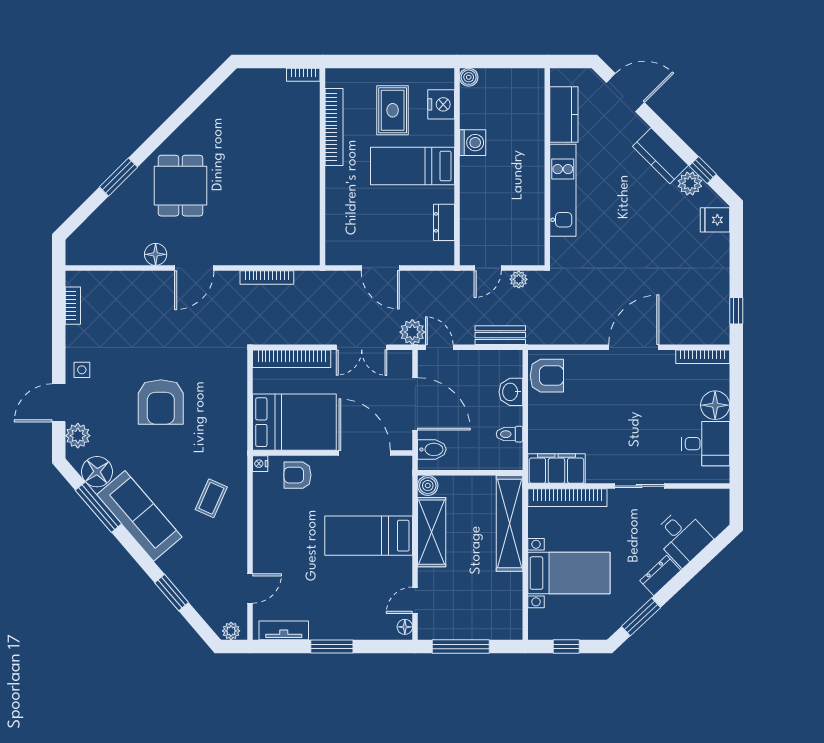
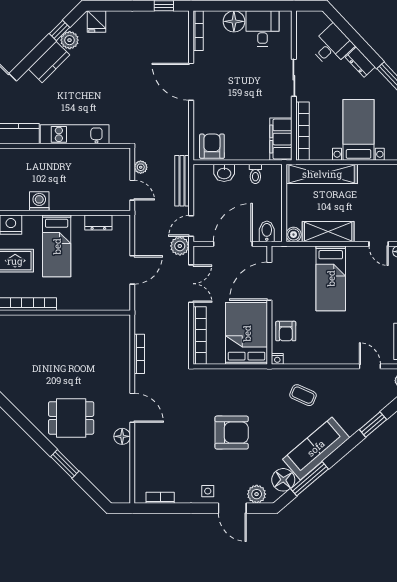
bench: (500, 335) -> (182, 181), width x1.36

